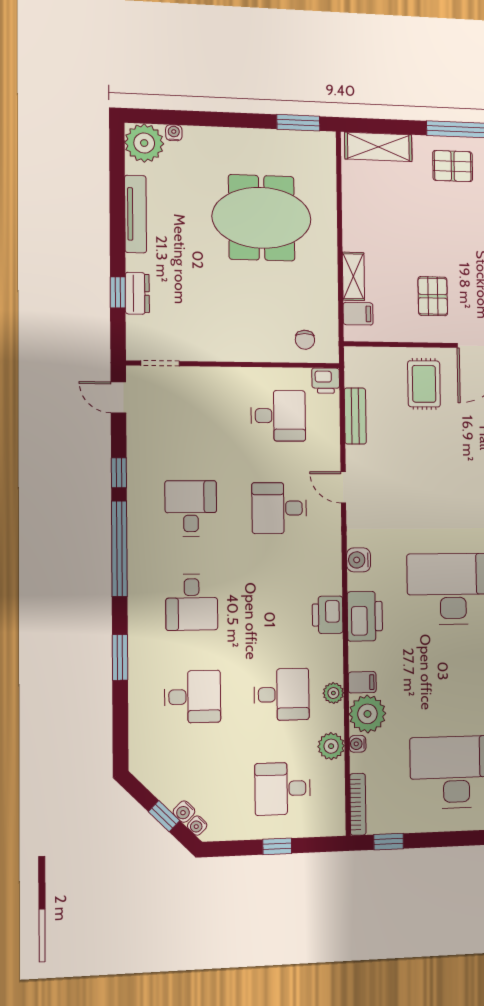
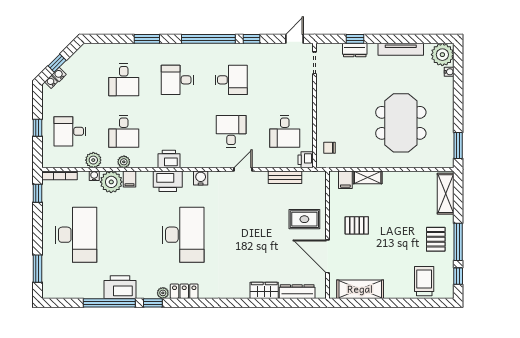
desk: (283, 789) -> (70, 131), turned -90

